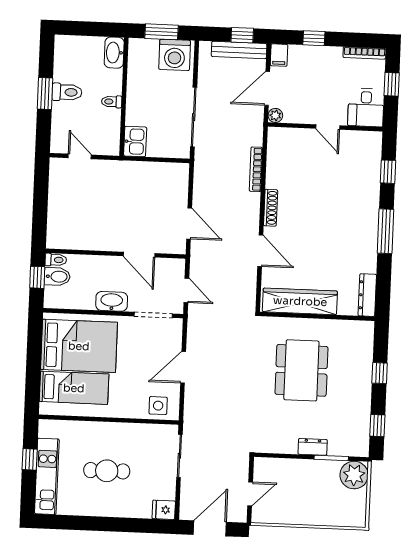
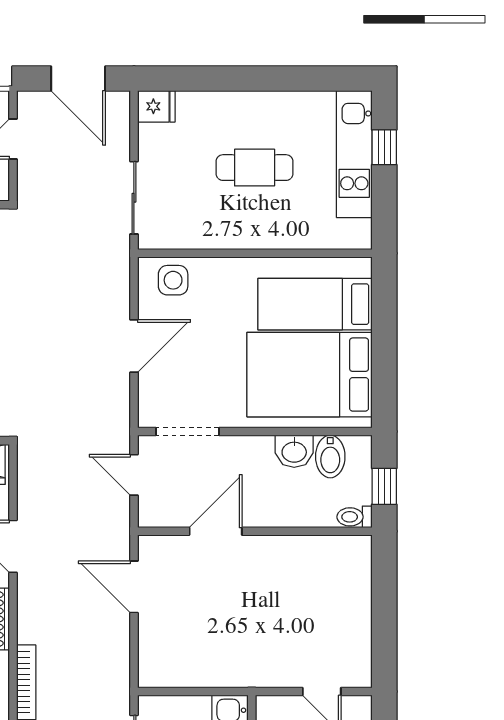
door: (139, 255) -> (216, 531), hinge flipped
bidet: (57, 277) -> (330, 456), moved, turned -90
washbasin: (112, 301) -> (294, 451), moved, width x0.72
window: (30, 459) -> (384, 147), moved
door: (210, 528) -> (78, 78), hinge flipped

